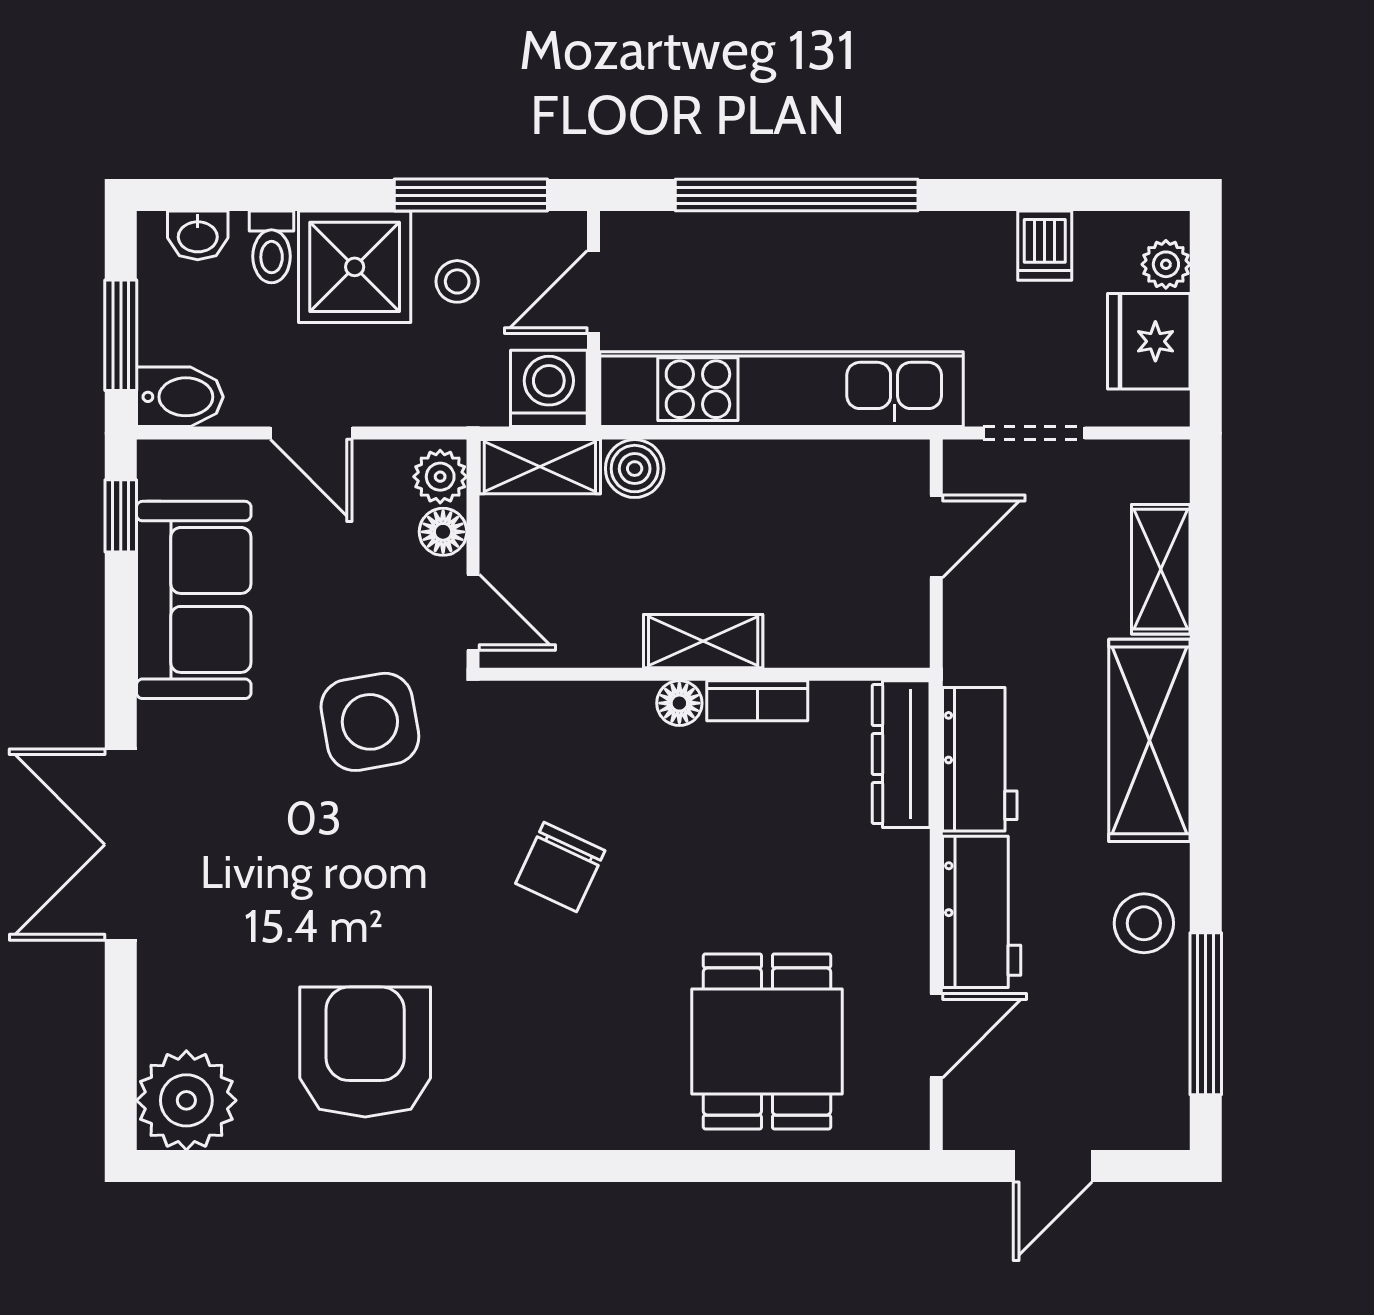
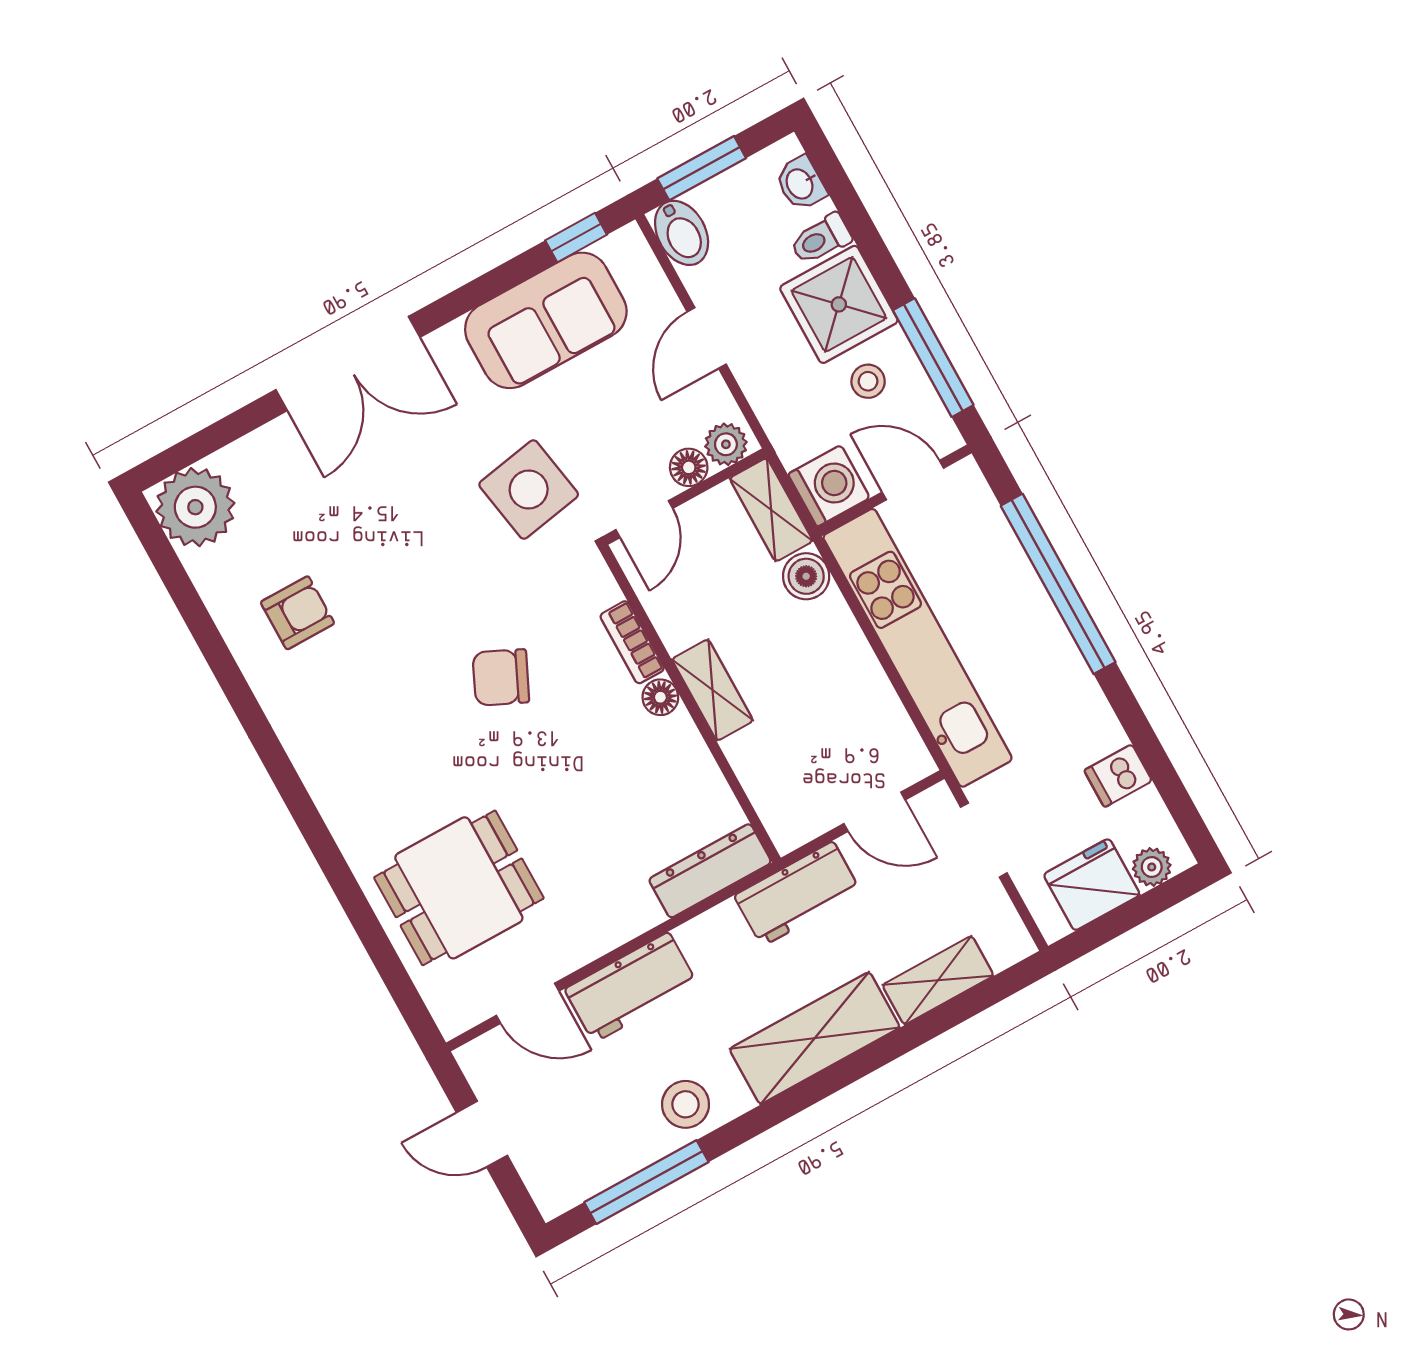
bookcase: (757, 701) -> (632, 642), moved
workbench: (980, 759) -> (797, 894), moved
double door: (121, 845) -> (348, 364), swing flipped
armchair: (365, 1052) -> (297, 613), width x0.53, depth x0.53

